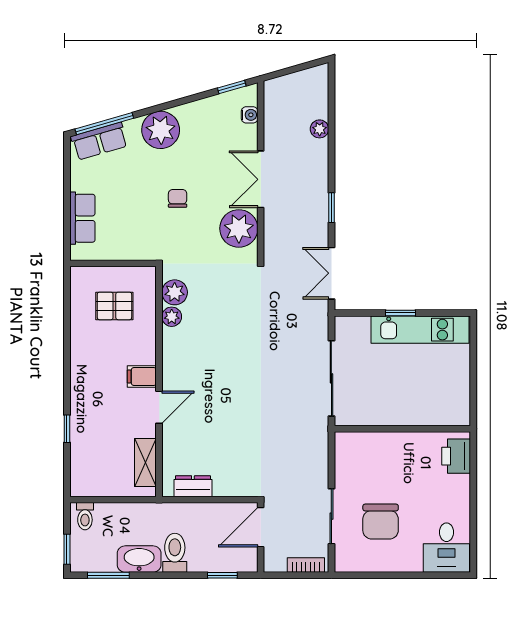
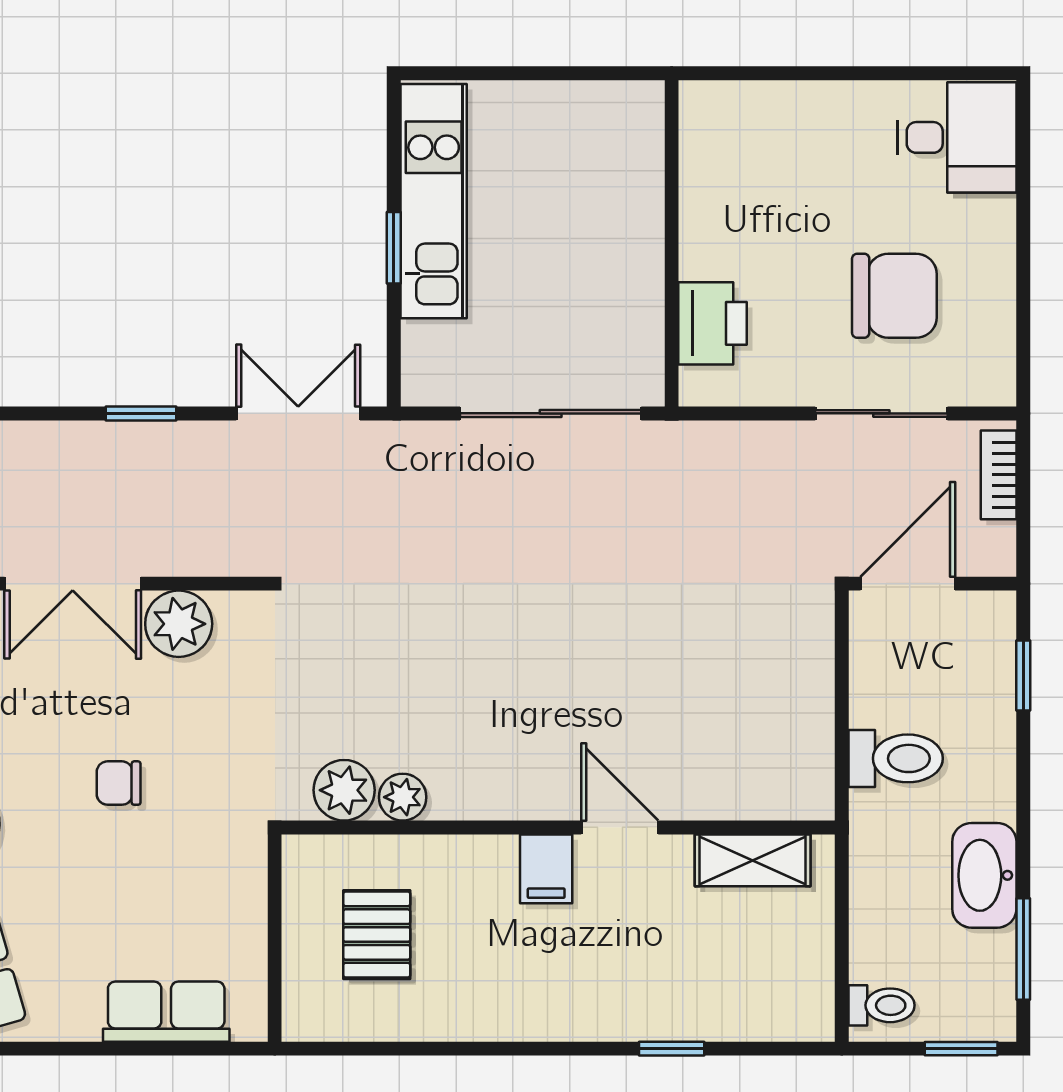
plant: (239, 228) -> (179, 624), width x0.73, depth x0.73
double door: (331, 273) -> (298, 413), swing flipped
printer: (456, 456) -> (713, 323), moved, turned -90
dresser: (193, 486) -> (809, 746), removed
door: (261, 527) -> (908, 584), swing flipped
toilet: (175, 553) -> (896, 758), moved, turned 180

